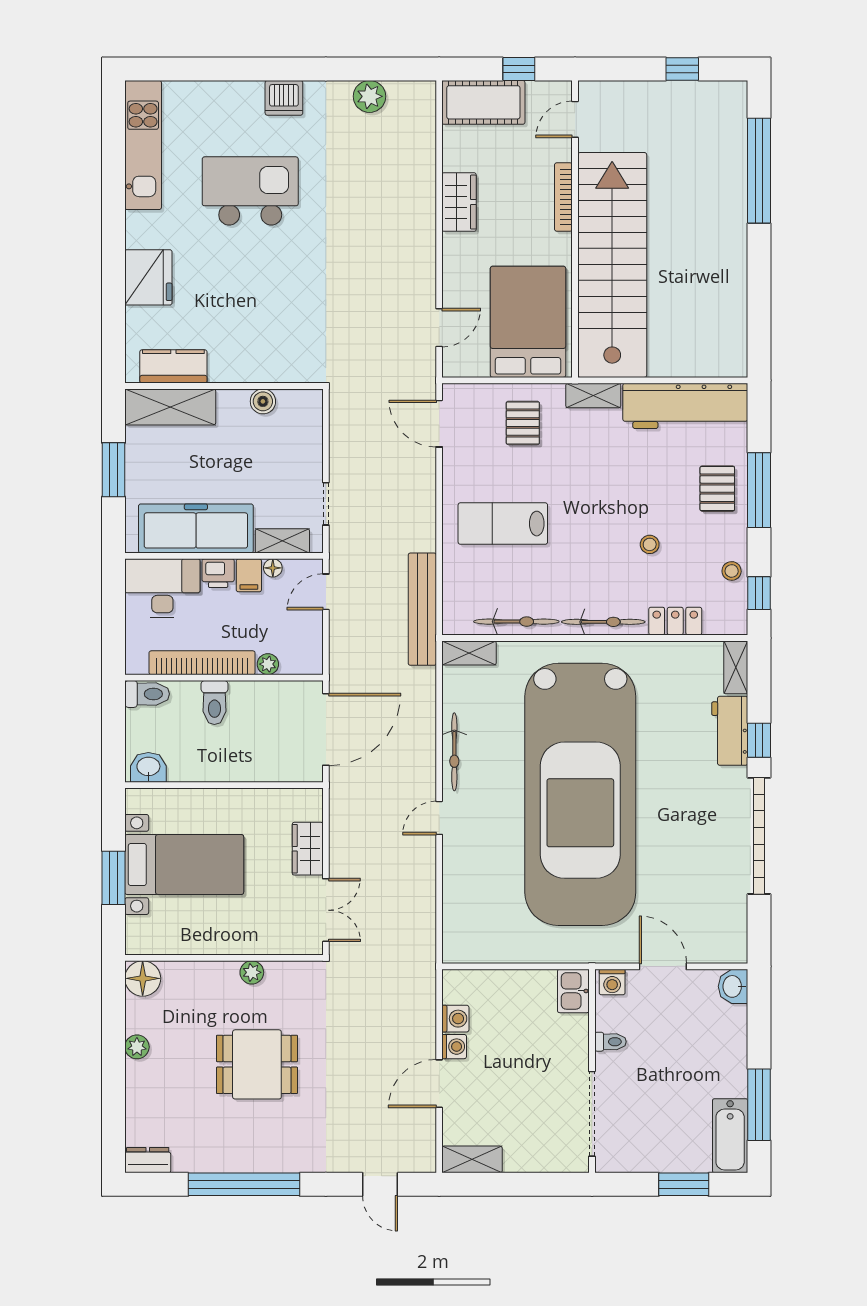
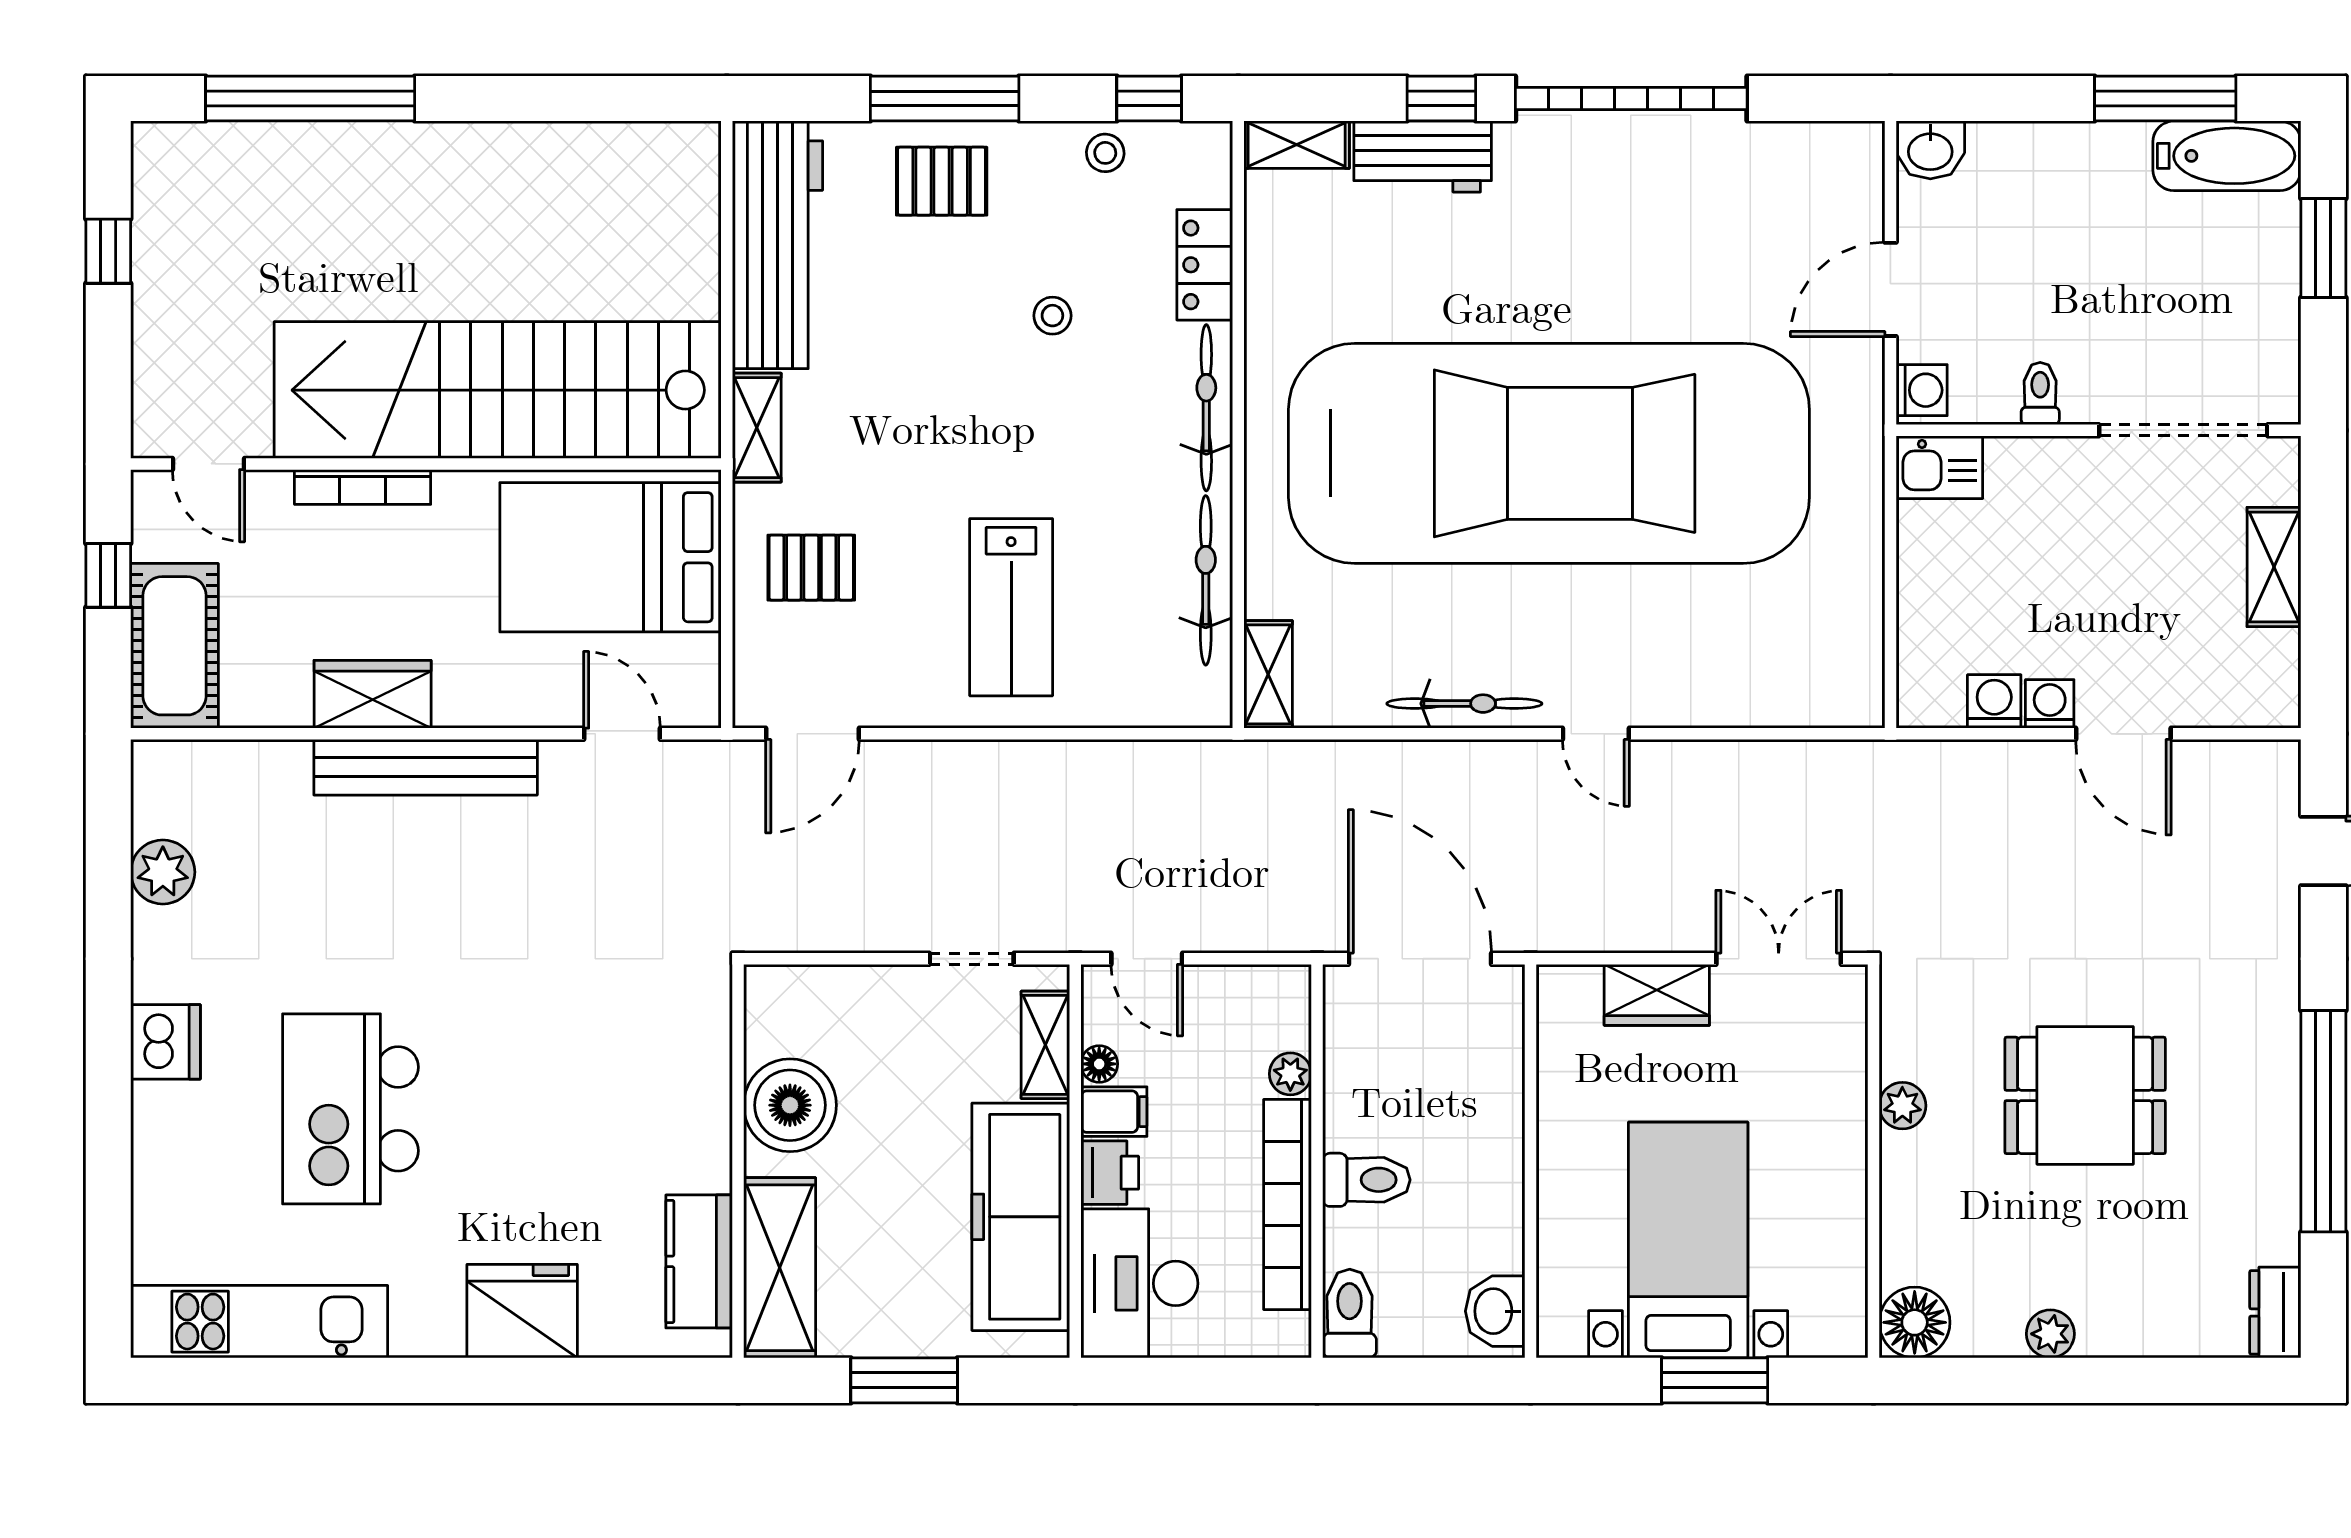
boiler: (263, 401) -> (790, 1105), width x1.86, depth x1.86
bench: (422, 609) -> (426, 767), moved
dining table: (257, 1064) -> (2085, 1095), turned 90
shelving: (472, 1159) -> (2274, 567), moved

